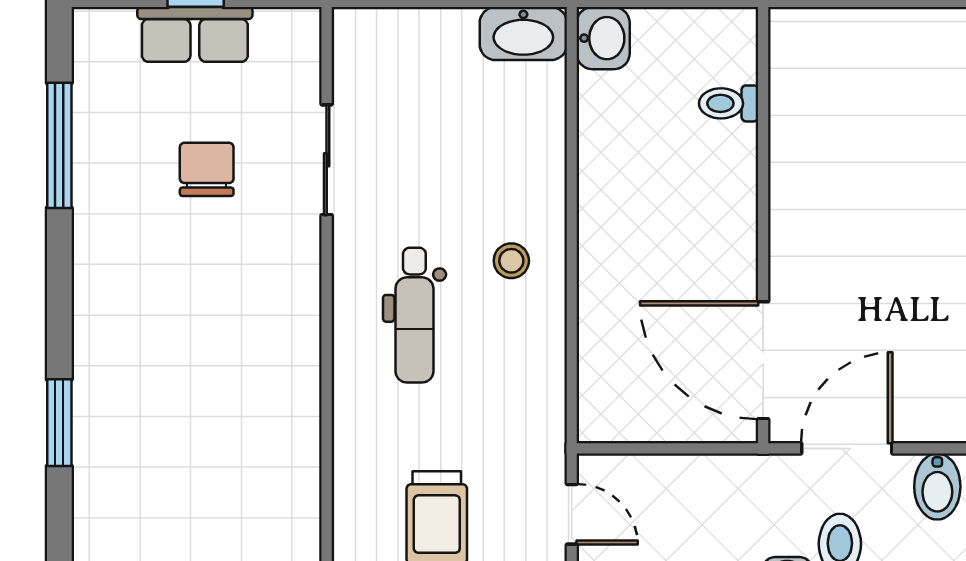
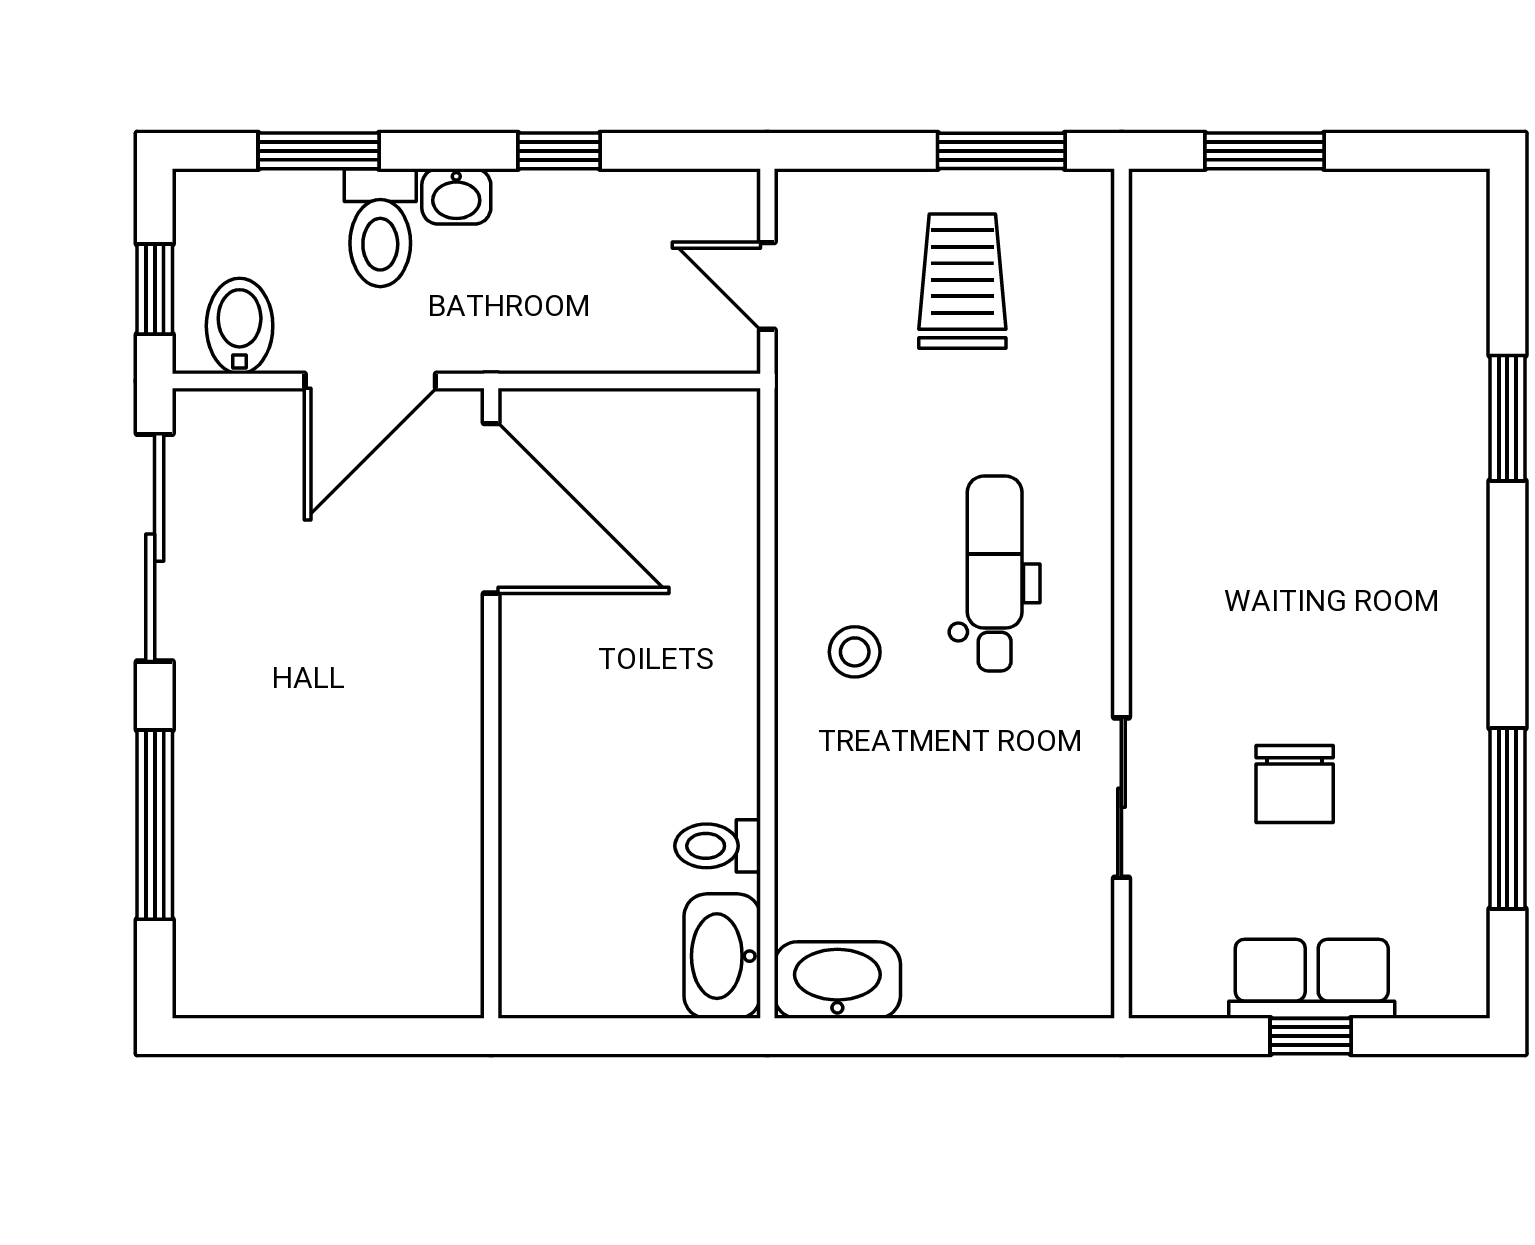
washbasin: (603, 38) -> (722, 956), width x1.38
toilet: (729, 103) -> (718, 846), moved, turned 180

